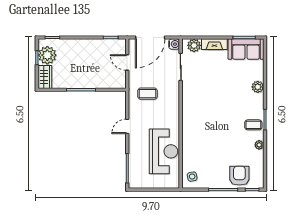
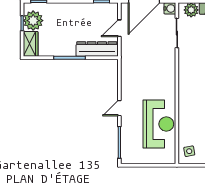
door: (127, 62) -> (119, 28), hinge flipped
dresser: (106, 82) -> (97, 49), added
coffee table: (147, 94) -> (141, 62), removed
door: (127, 126) -> (119, 108), moved

